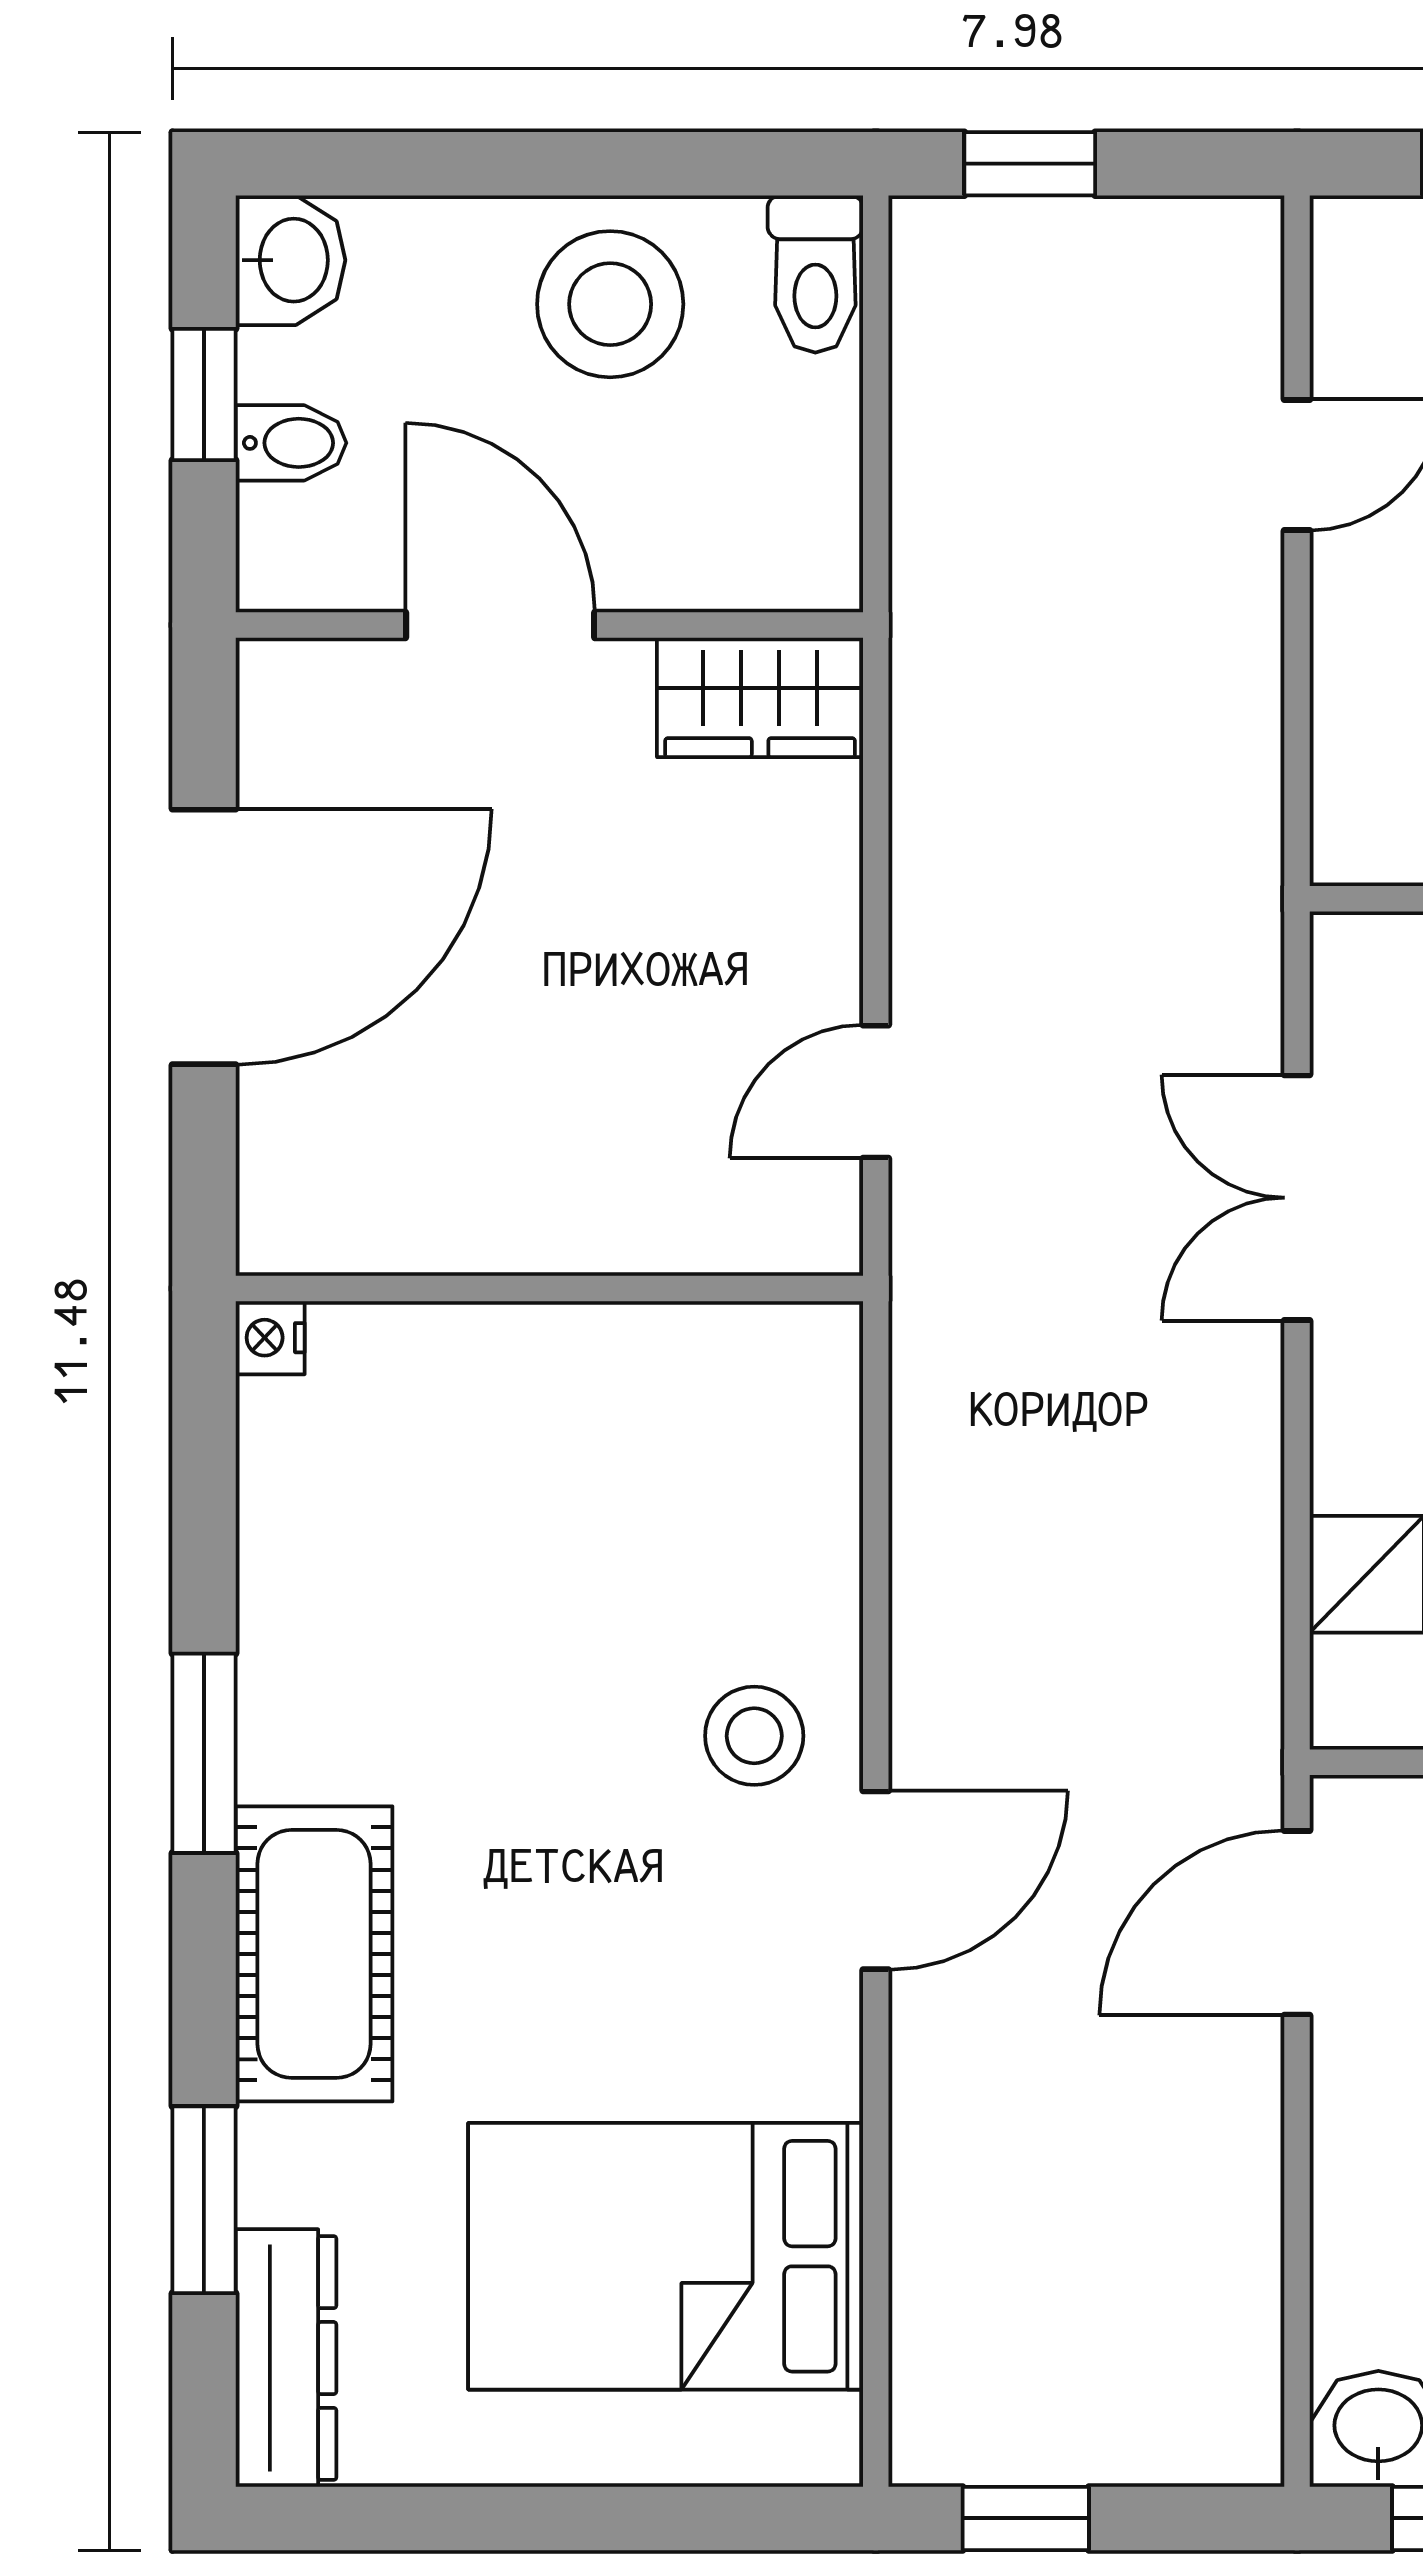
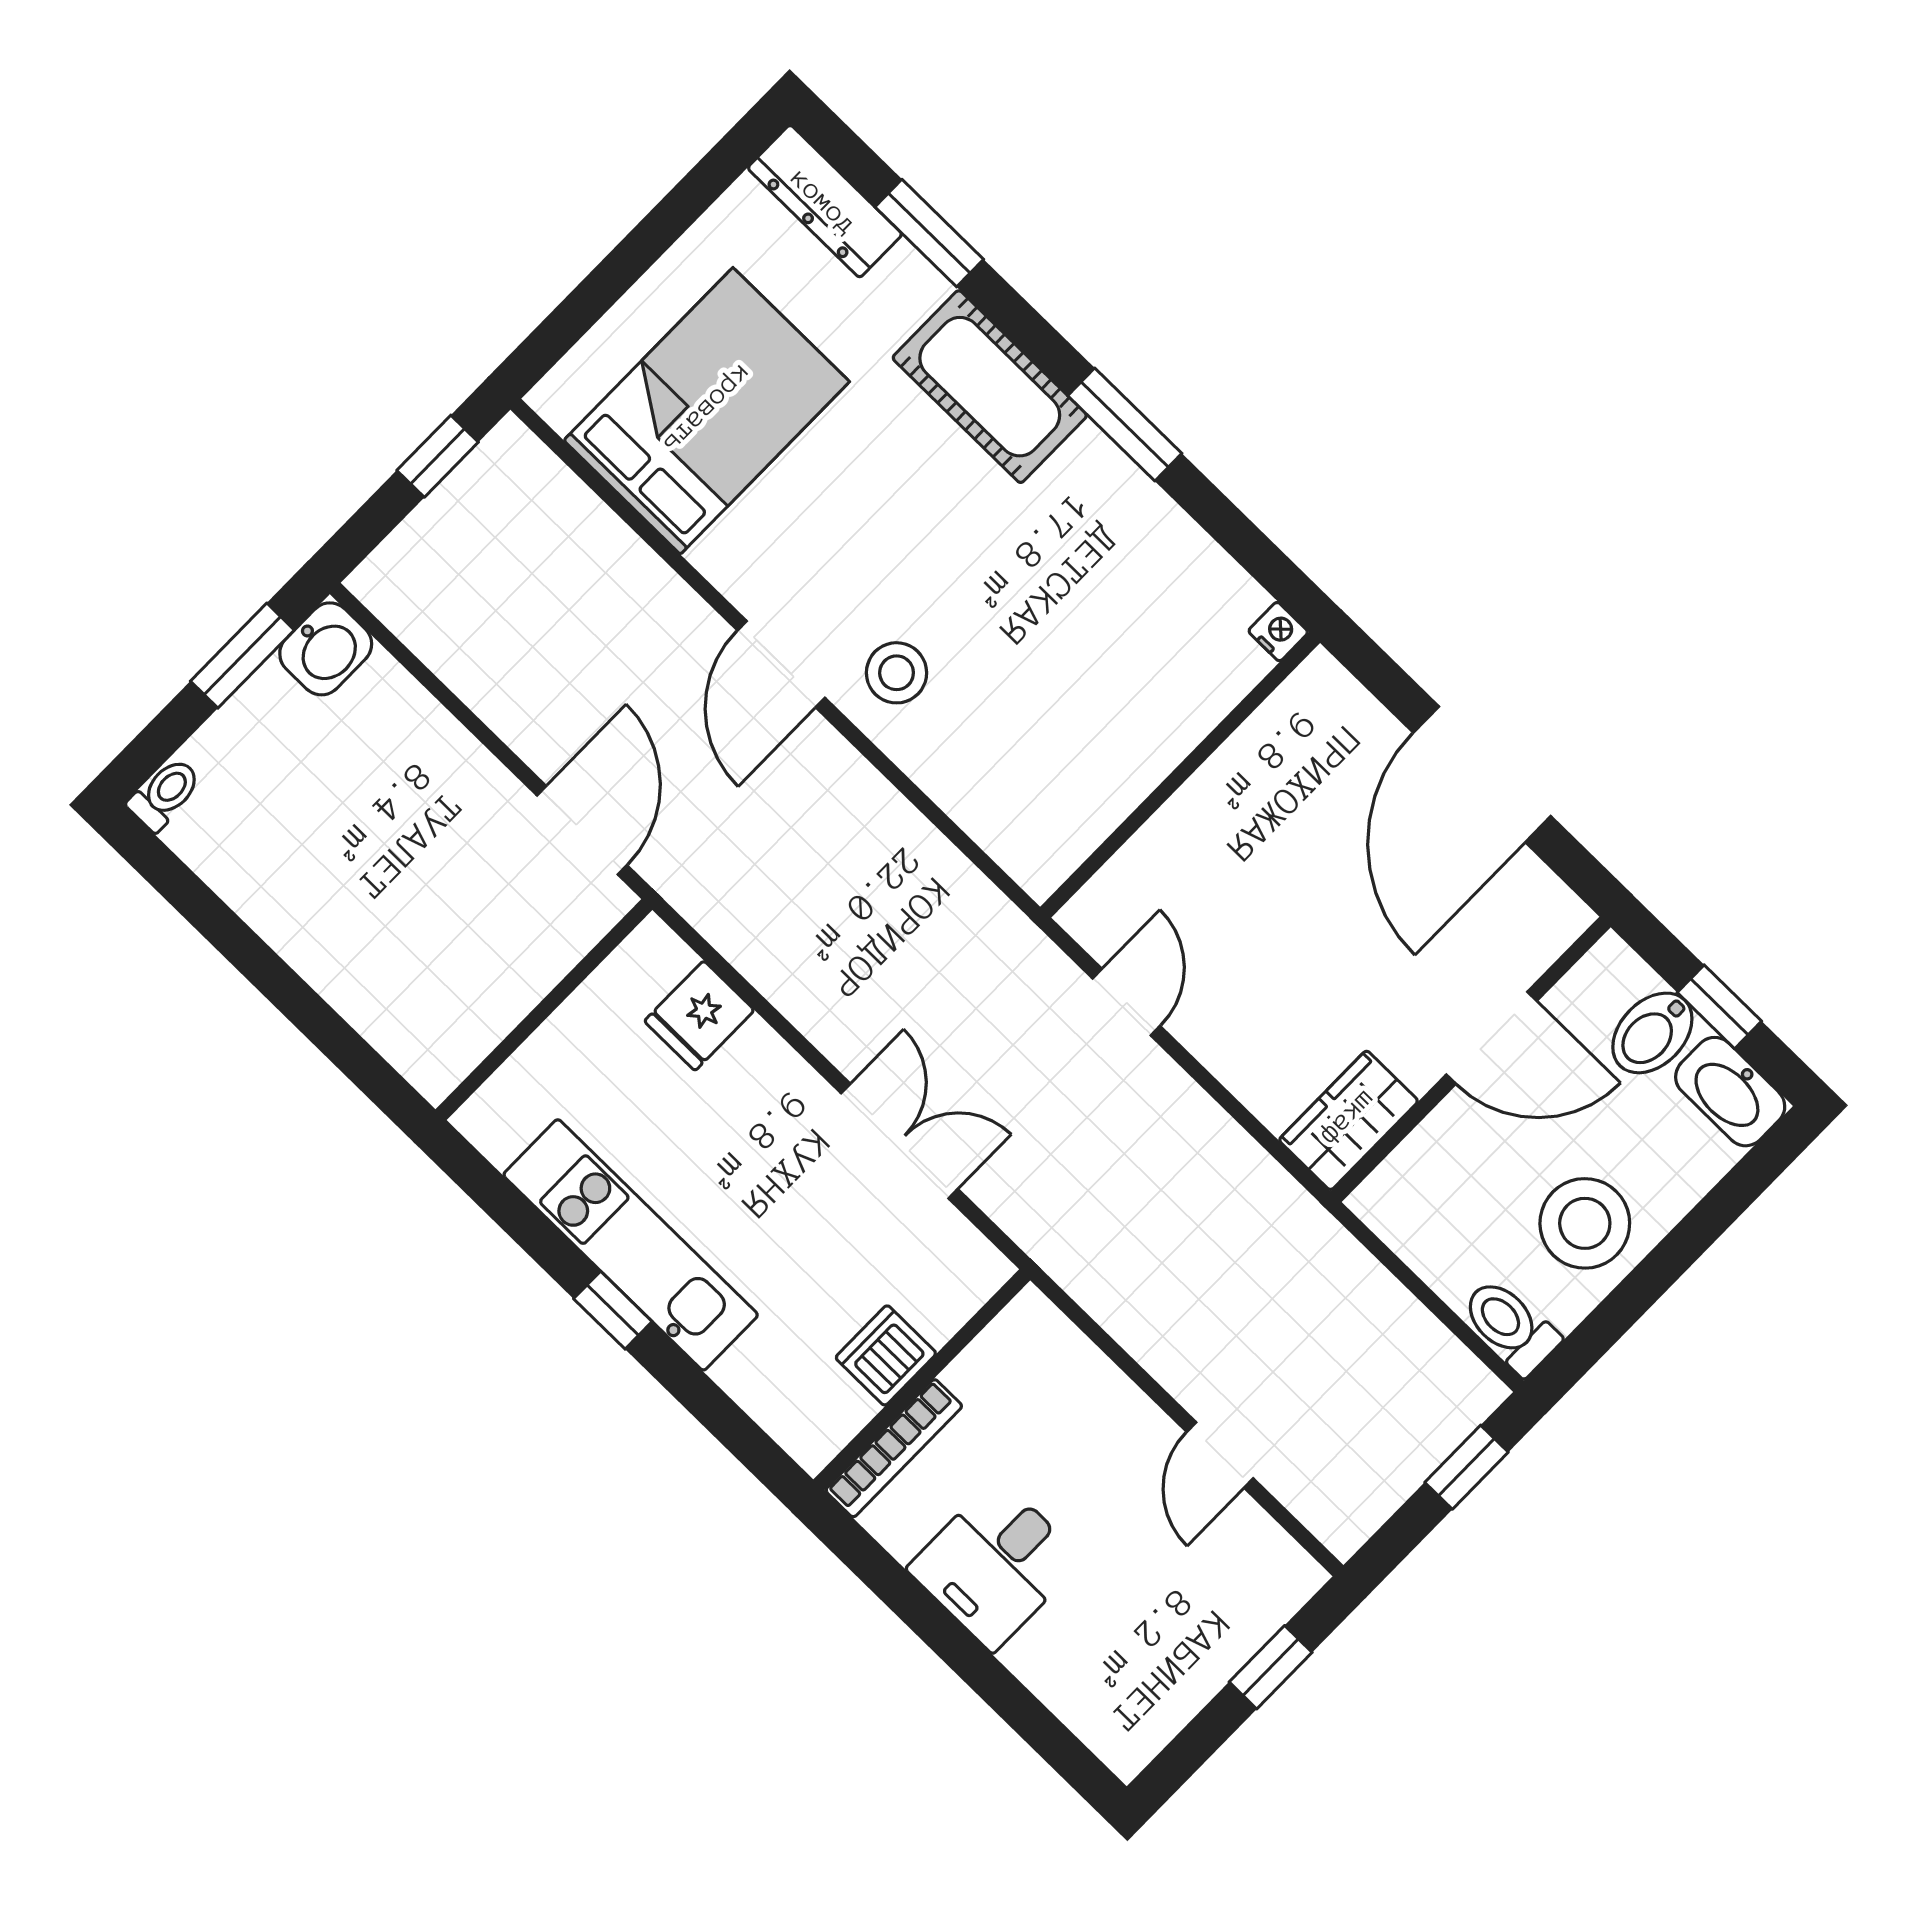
washbasin: (290, 260) -> (1730, 1092), width x1.38
bidet: (291, 443) -> (1652, 1033), width x1.38, depth x1.36

